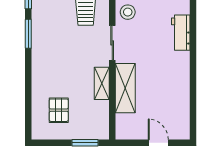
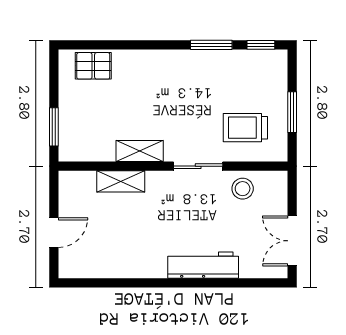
workbench: (181, 33) -> (203, 265), width x1.37
shelving: (125, 88) -> (121, 181), width x0.67, depth x0.75
pallet: (59, 110) -> (93, 66), moved

